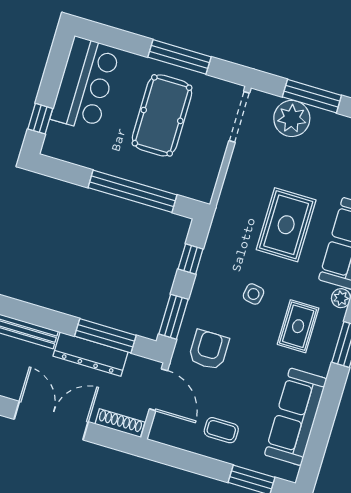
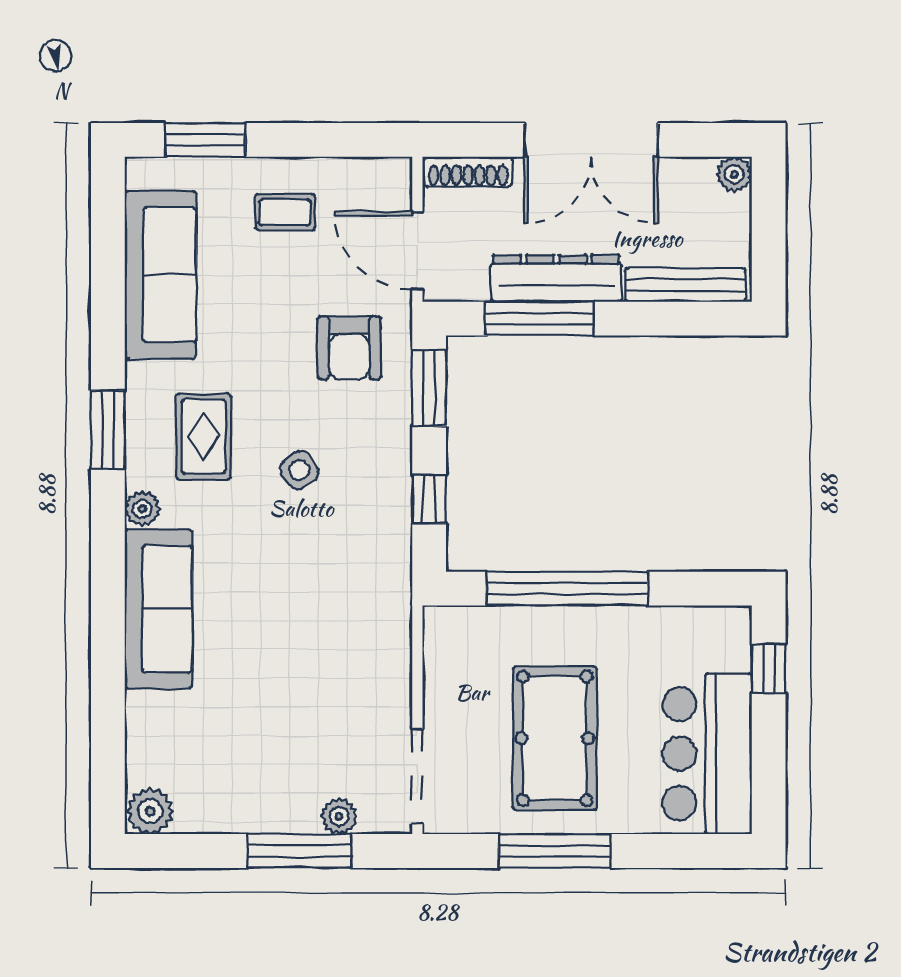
plant: (292, 118) -> (339, 816), width x0.53, depth x0.53
rug: (286, 225) -> (278, 610), removed
side table: (253, 294) -> (299, 470), turned 45

